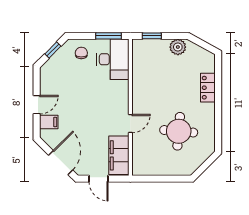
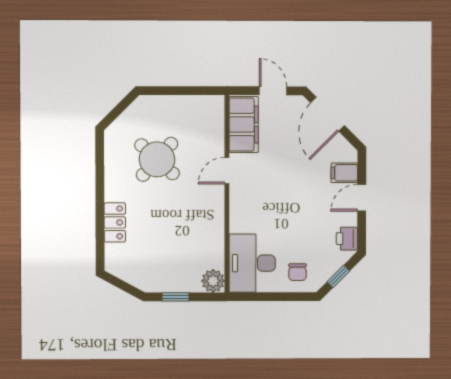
window: (108, 36) -> (258, 297), removed
window: (152, 36) -> (176, 297), moved
plant: (178, 47) -> (213, 281), moved
printer: (47, 76) -> (347, 239), added
round table: (179, 131) -> (157, 159), turned 37

